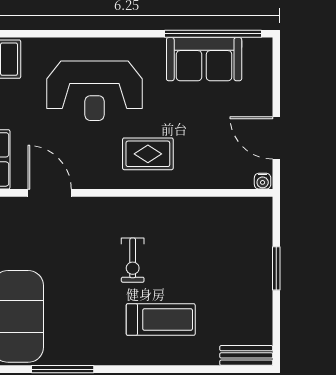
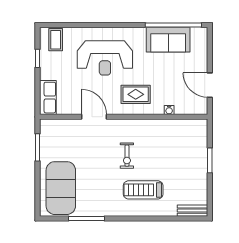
water cooler: (263, 181) -> (169, 110), moved
door: (50, 193) -> (94, 117), moved
treadmill: (161, 320) -> (143, 190), turned 180

